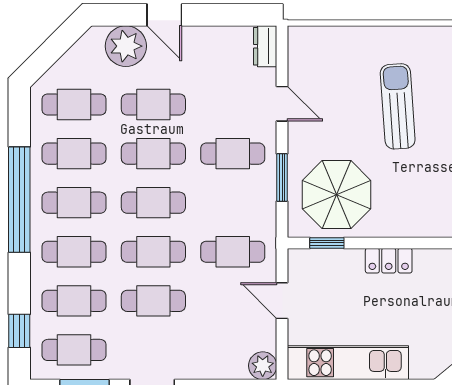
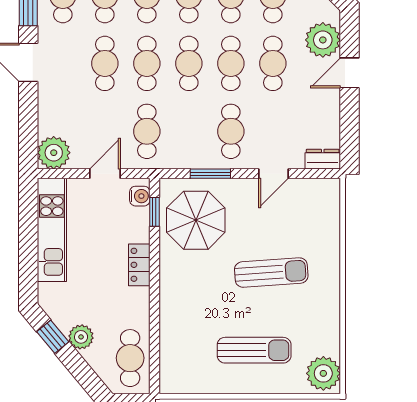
water cooler: (308, 260) -> (140, 196), added
plant: (263, 366) -> (54, 153), width x1.36, depth x1.36

